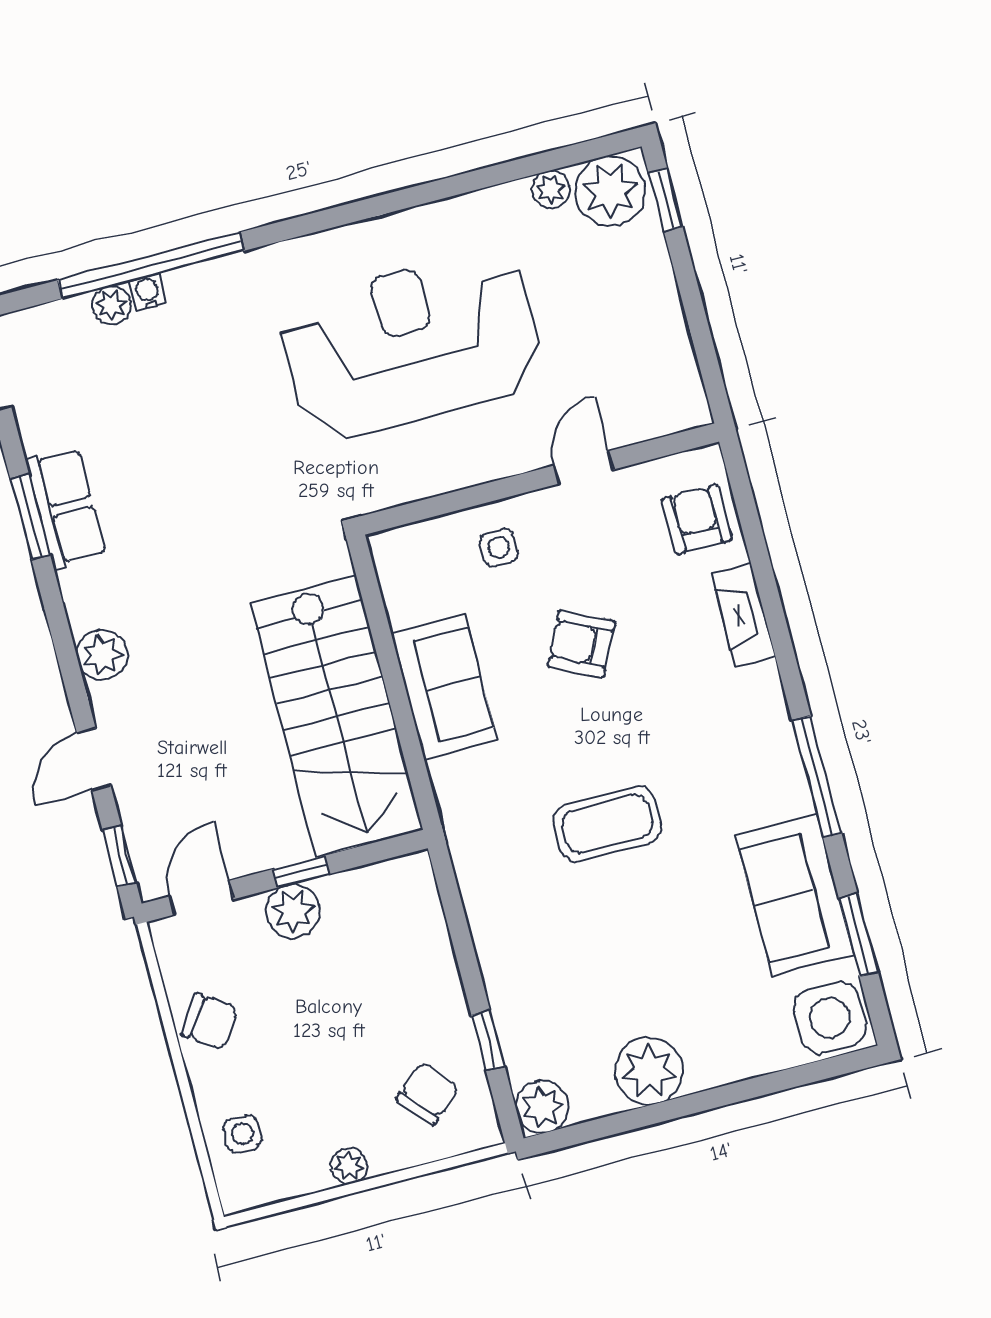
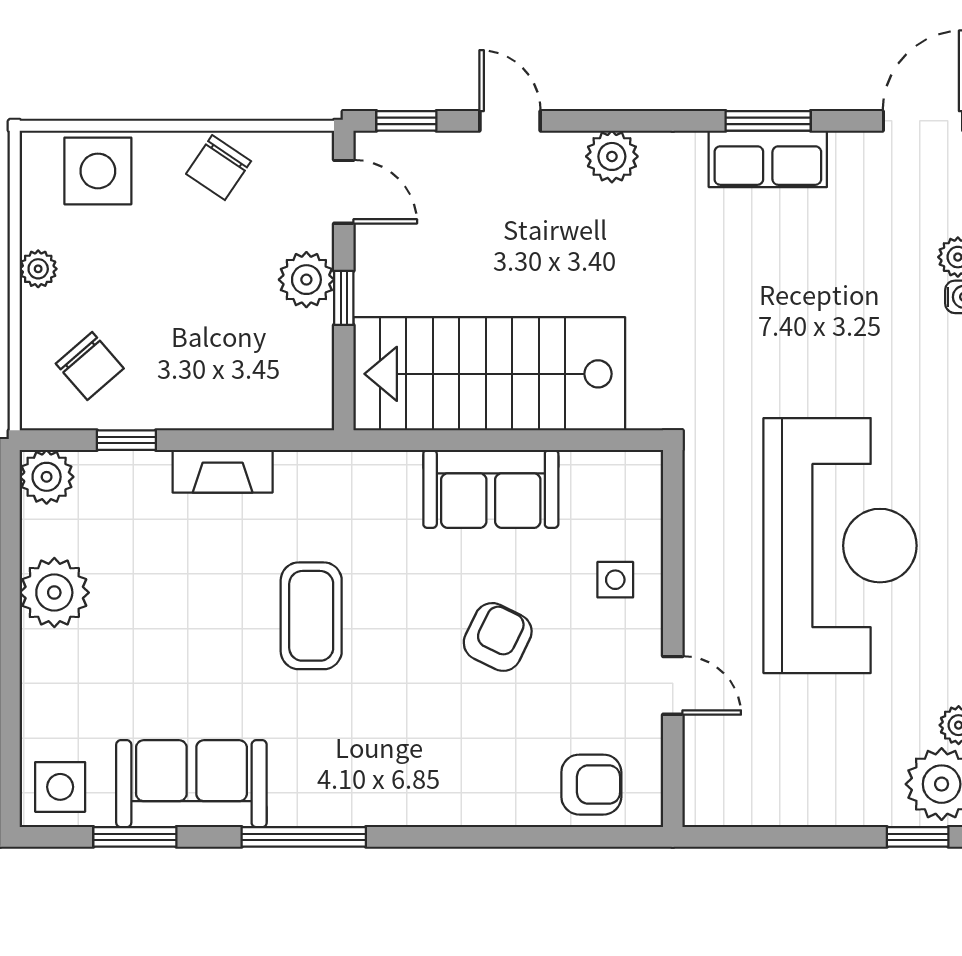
fireplace: (743, 615) -> (223, 471), moved, turned 180
side table: (830, 1018) -> (60, 787), width x0.73, depth x0.73
side table: (242, 1134) -> (98, 171), width x1.87, depth x1.87

